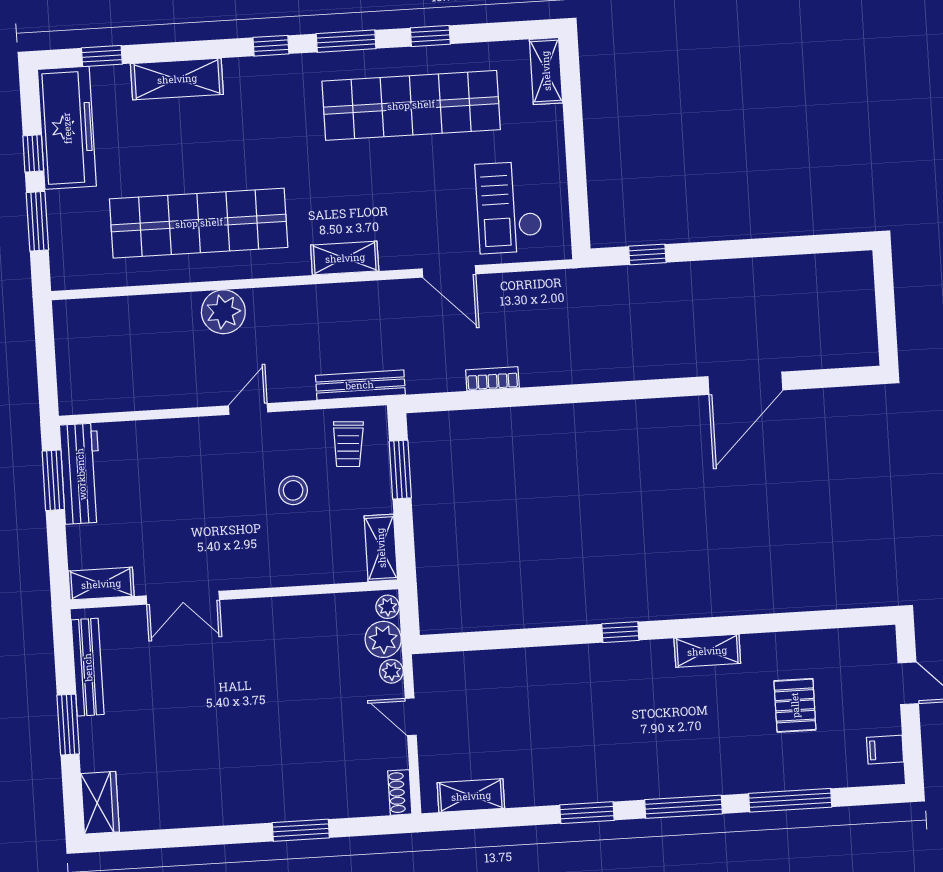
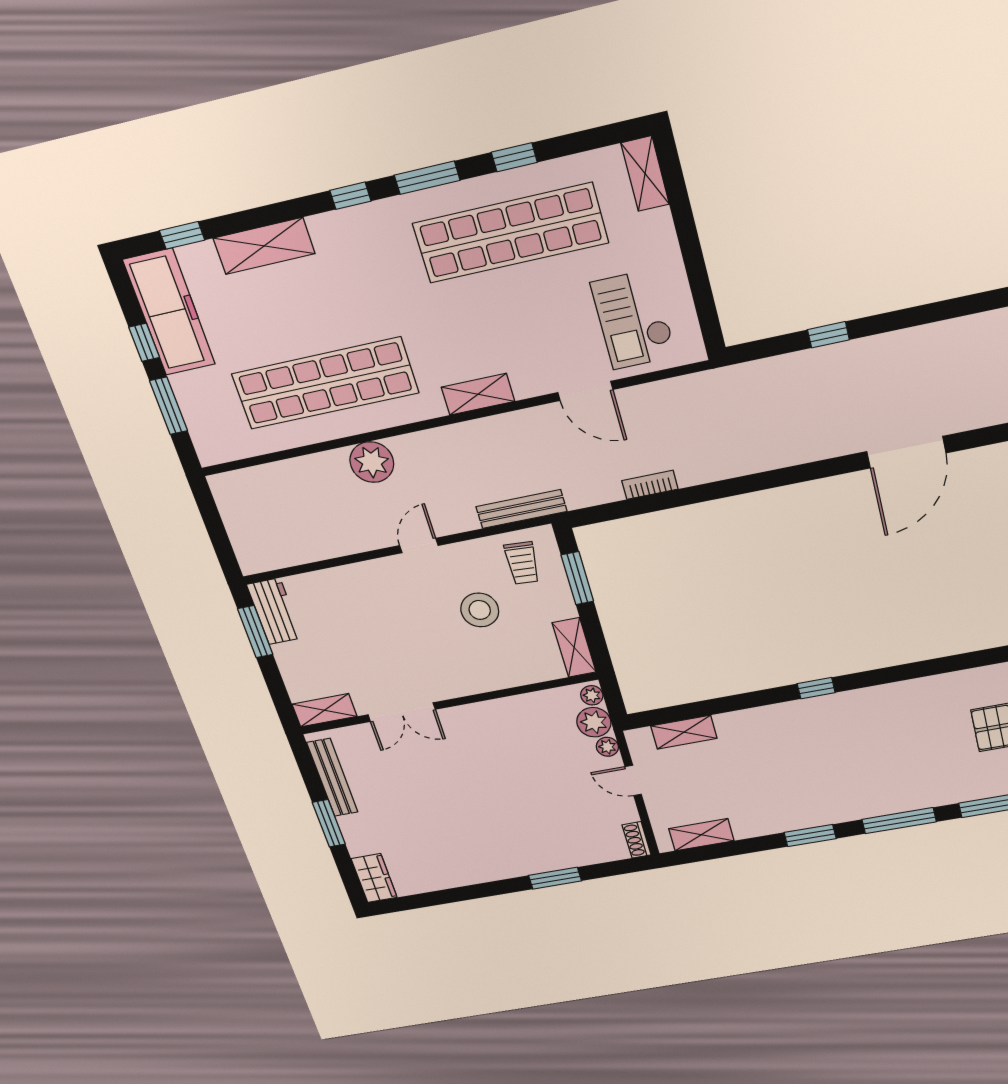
window: (647, 254) -> (828, 335), moved
workbench: (81, 474) -> (275, 611), width x0.73
stool: (293, 490) -> (480, 610), width x1.38, depth x1.38
shelving: (707, 651) -> (684, 732), moved

